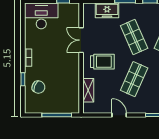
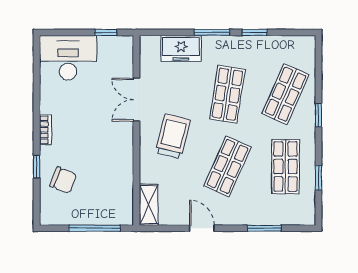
shop shelf: (134, 37) -> (227, 94), turned 33
trolley: (102, 62) -> (173, 136), turned -76
shelving: (88, 90) -> (149, 205), moved

